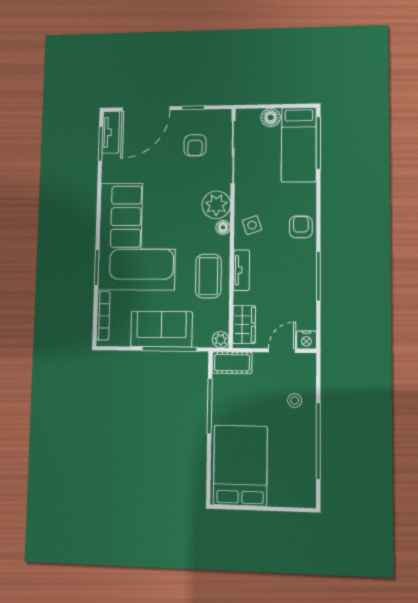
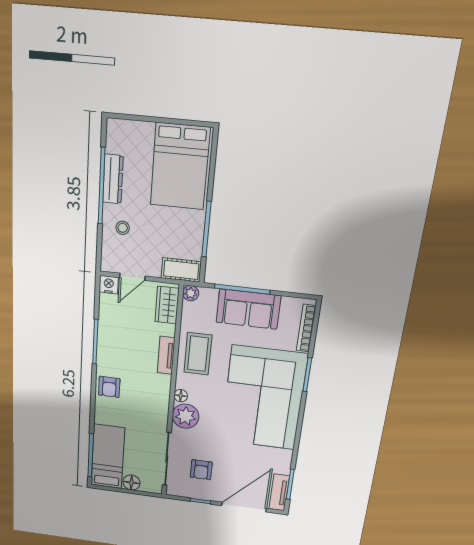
armchair: (195, 145) -> (201, 470), turned 180
side table: (252, 225) -> (154, 394), removed
dresser: (307, 449) -> (113, 179), added

